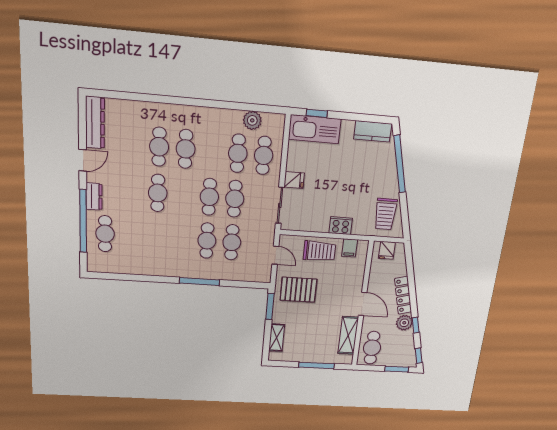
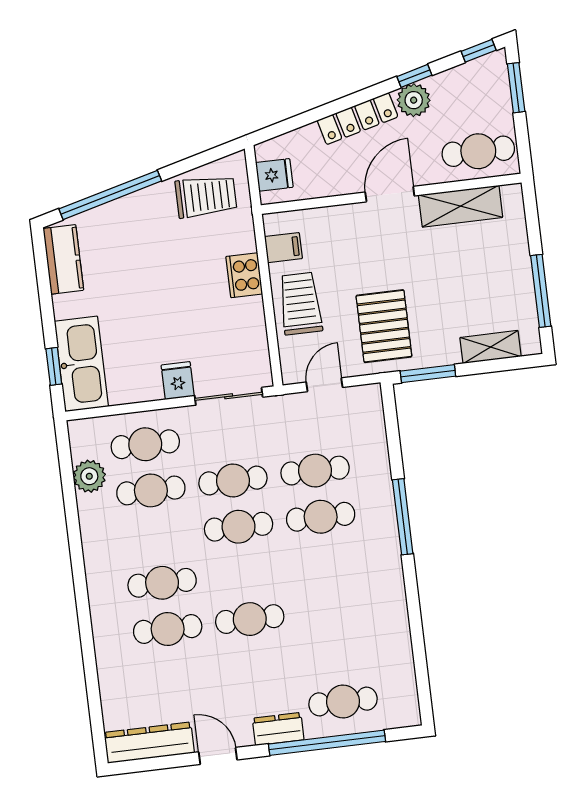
window: (317, 365) -> (541, 291), moved

